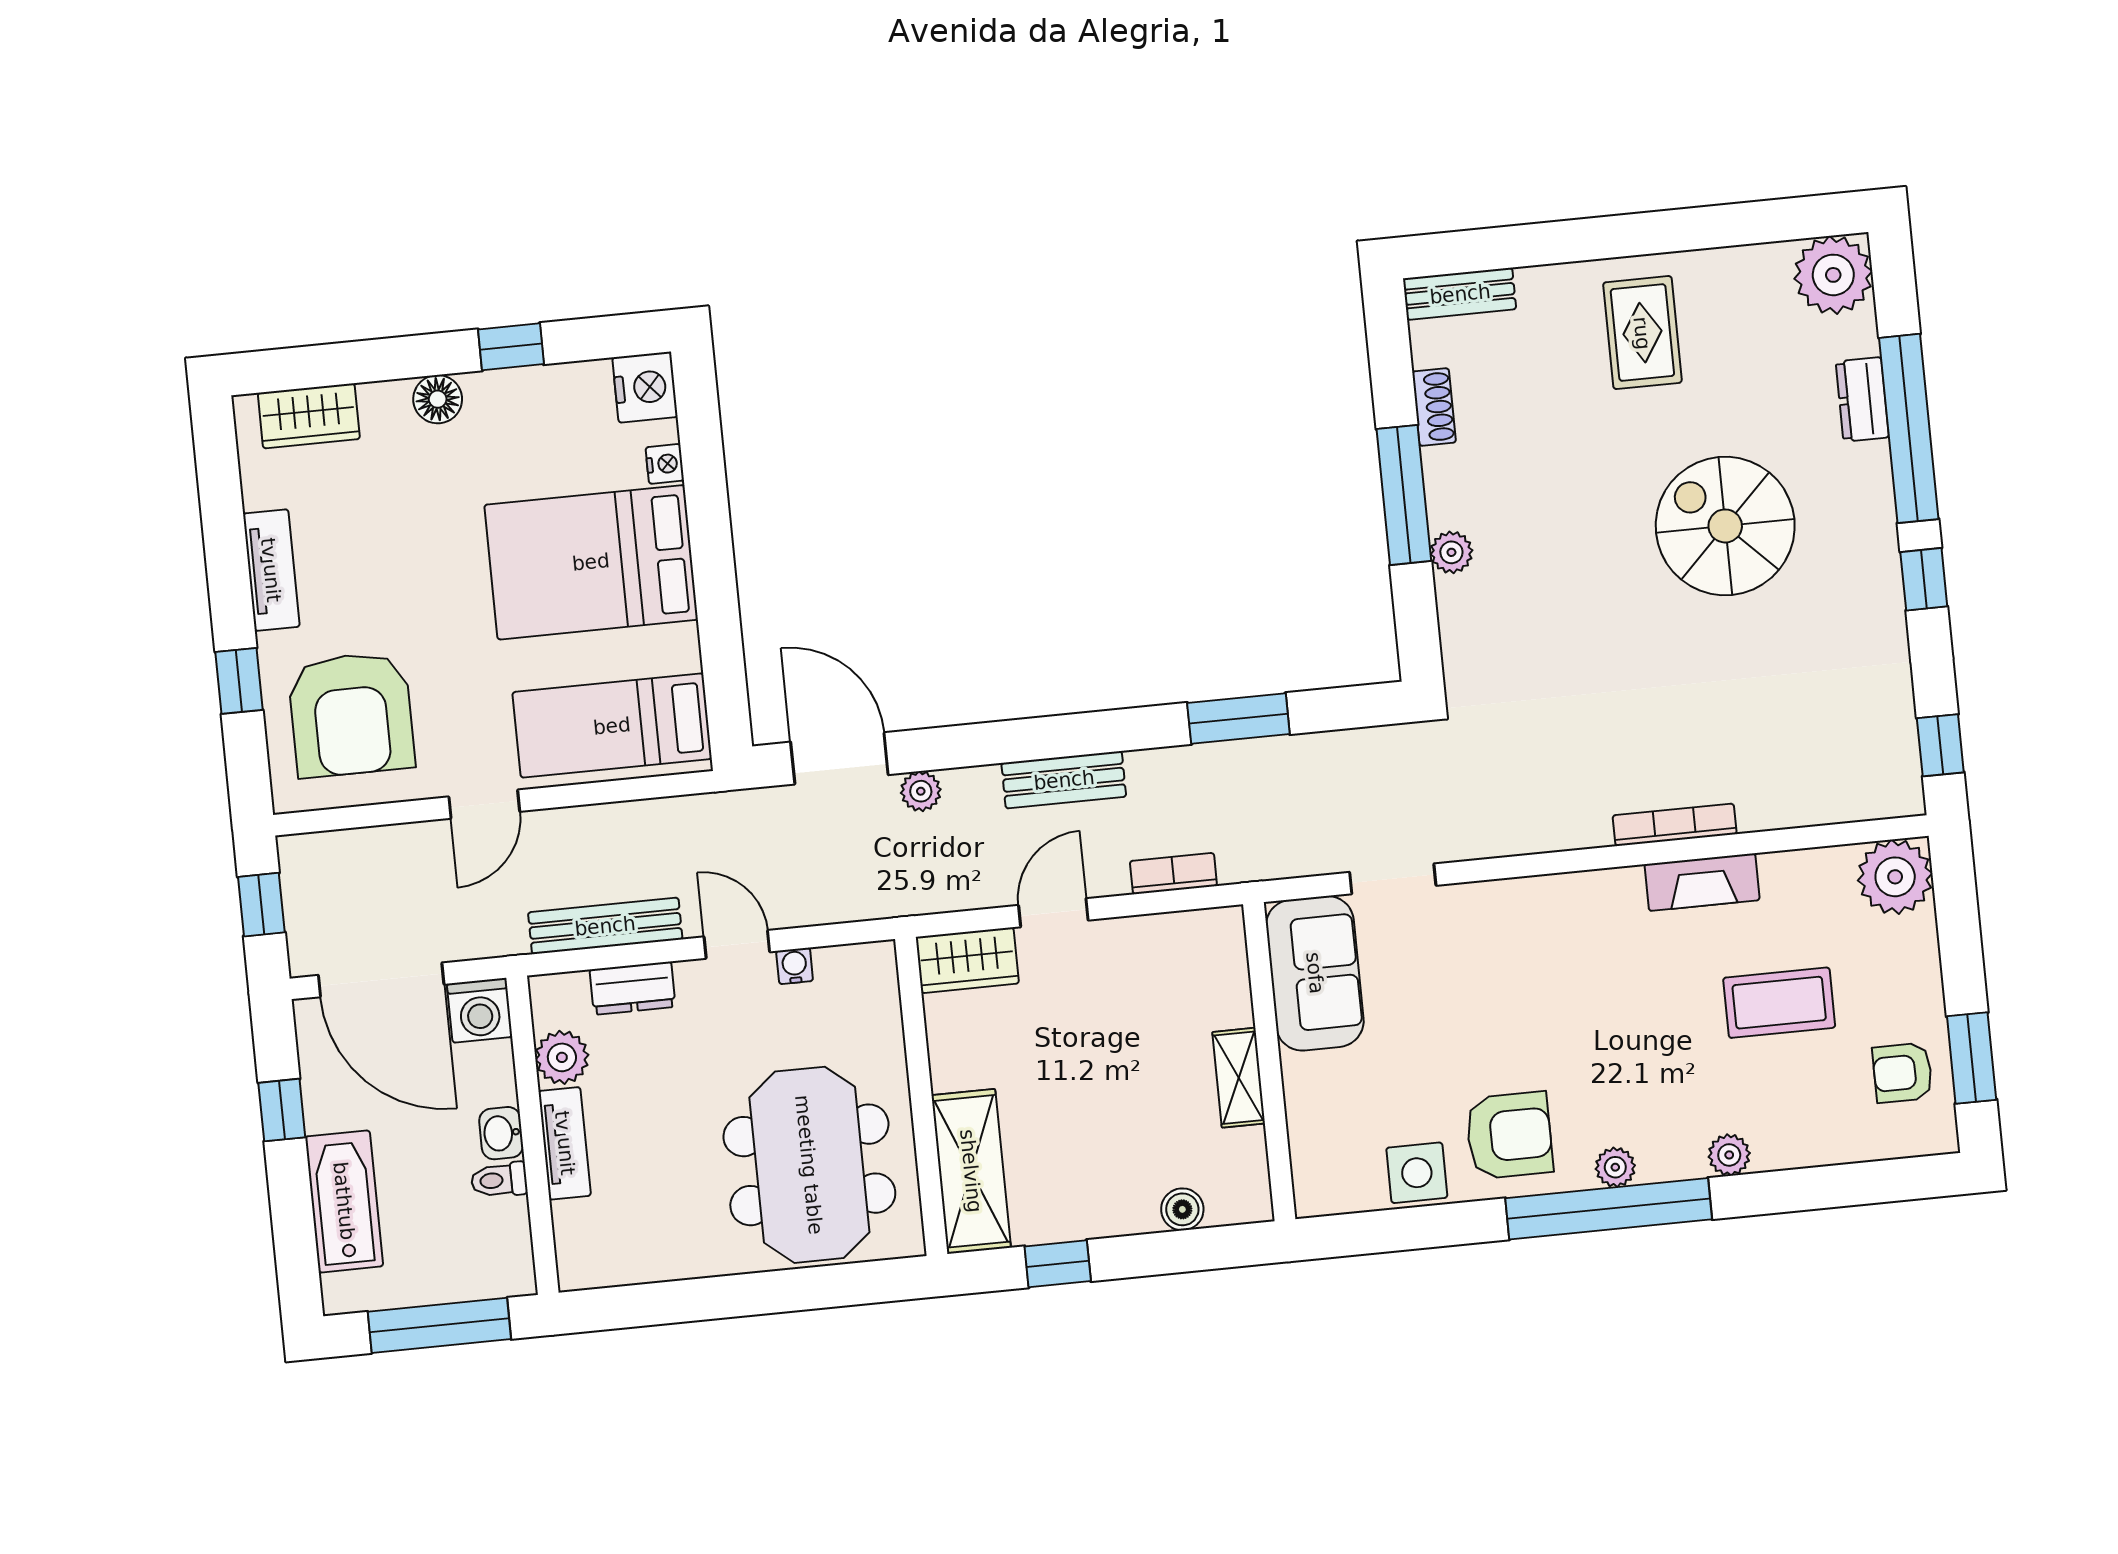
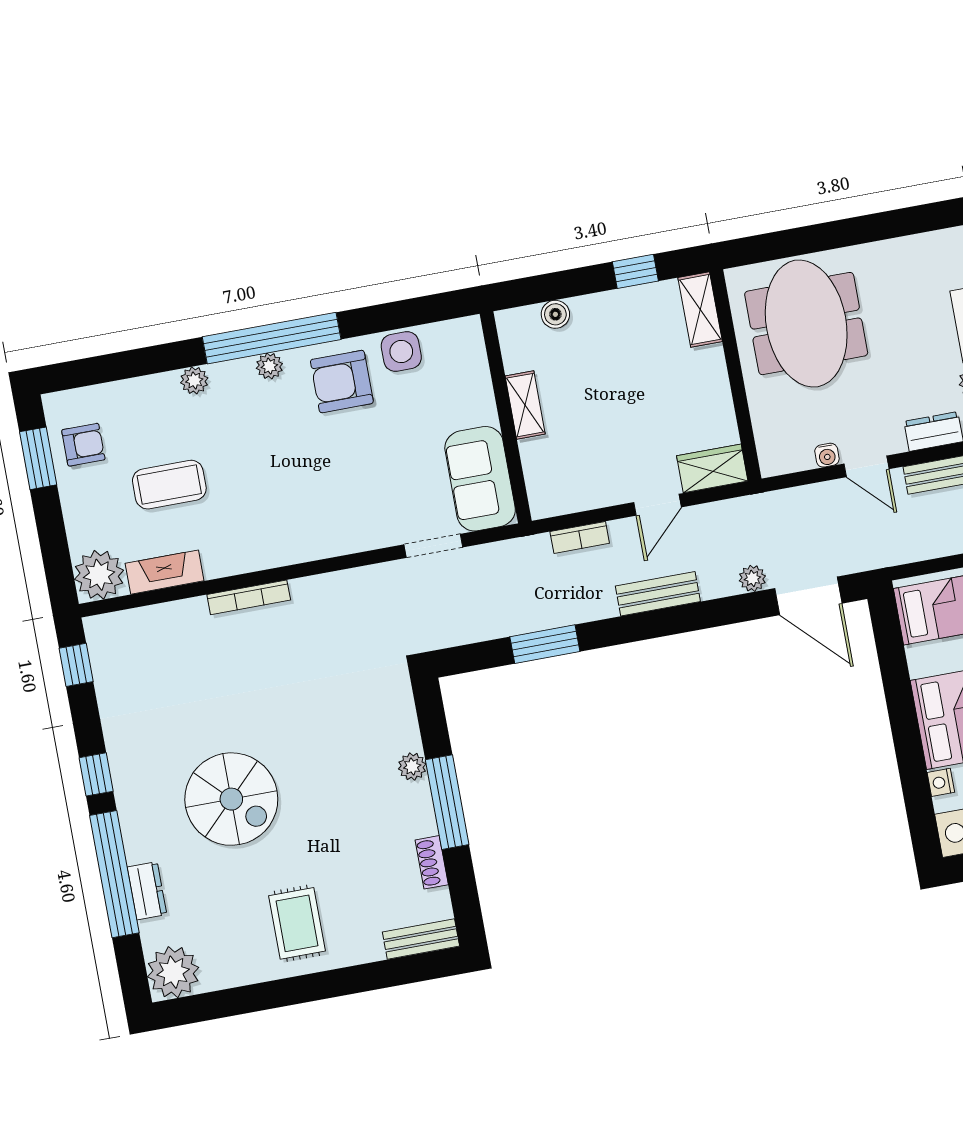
fireplace: (1702, 882) -> (165, 572), moved
shelving: (971, 1171) -> (700, 310), width x0.67, depth x0.75

